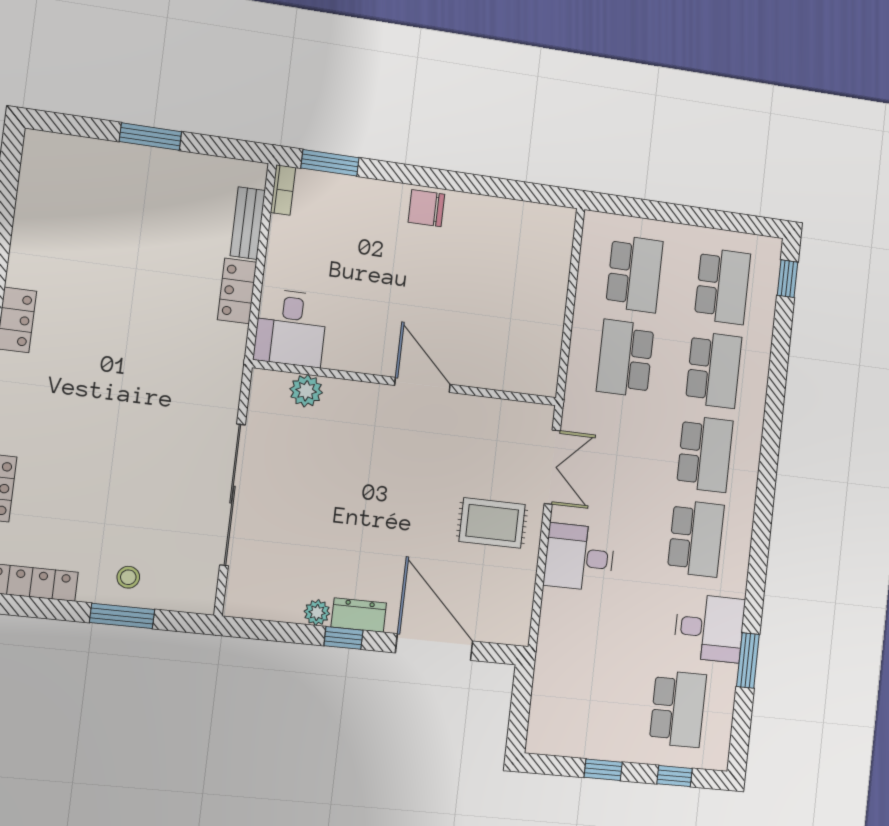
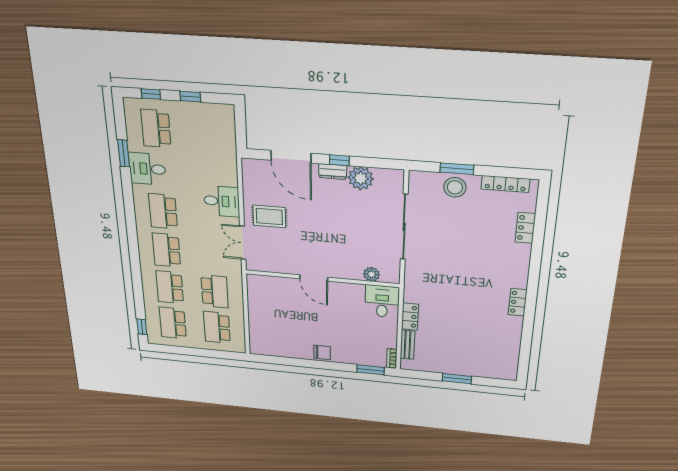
stool: (128, 577) -> (455, 187), width x1.89, depth x1.89
plant: (317, 612) -> (361, 178), width x1.87, depth x1.87

